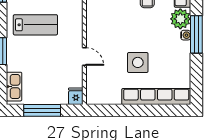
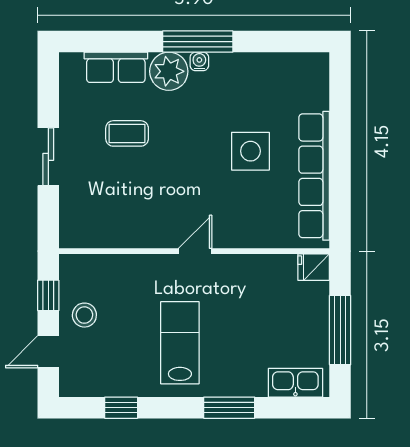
door: (84, 56) -> (195, 251), moved
row of seats: (156, 97) -> (314, 176), moved

